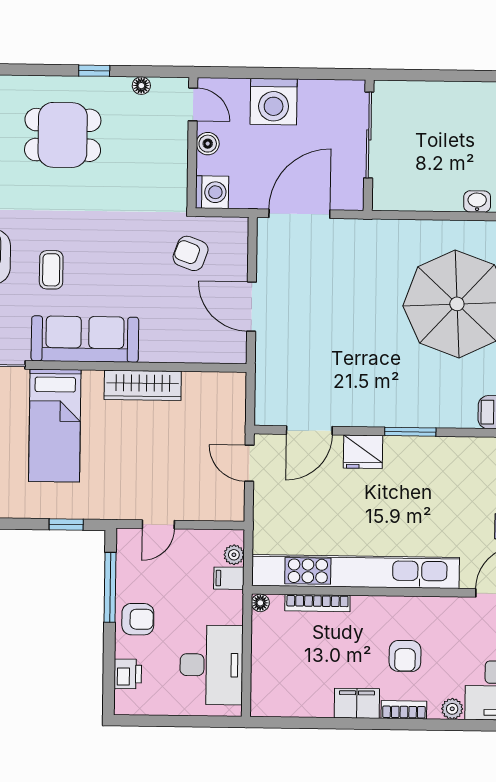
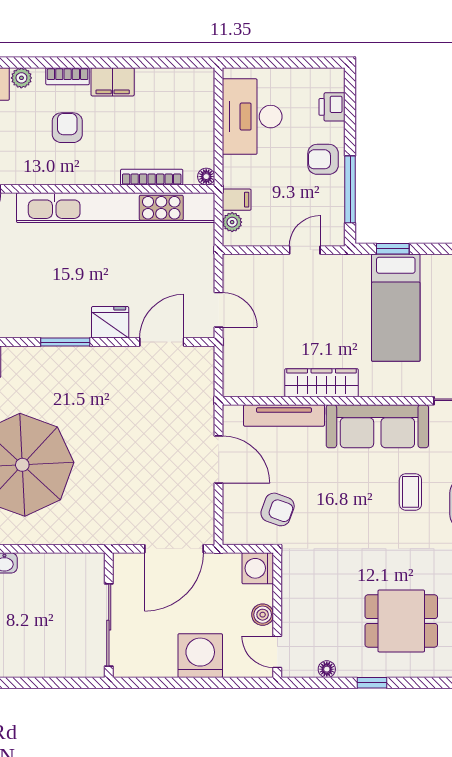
tv unit: (182, 352) -> (284, 415), added
bed: (55, 426) -> (396, 308), moved, turned 180

